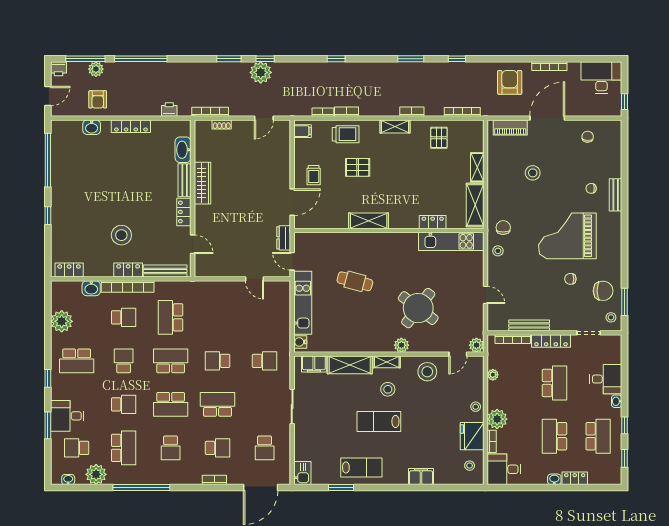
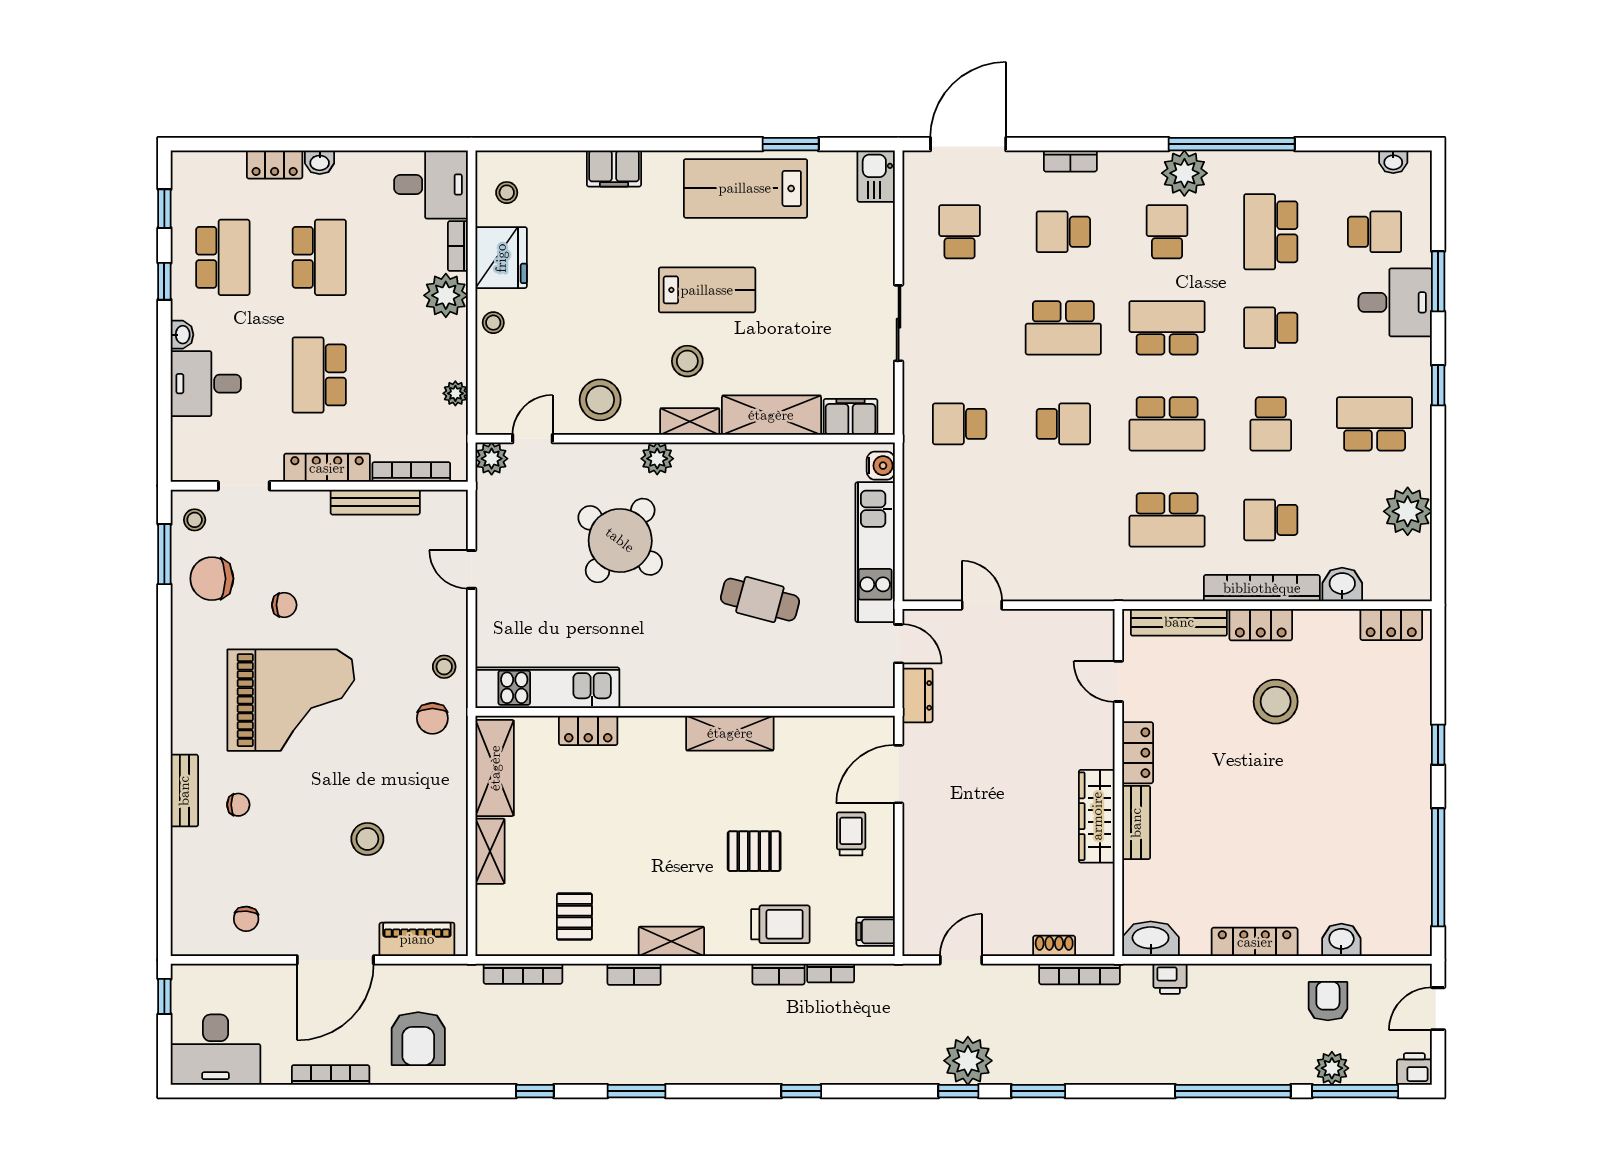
trolley: (346, 134) -> (780, 924), turned 180
washbasin: (183, 150) -> (1151, 939), moved, turned -90
school desk: (171, 317) -> (1167, 520), turned 90
school desk: (598, 436) -> (223, 257), turned 180
lab bench: (361, 467) -> (745, 188), width x1.36, depth x1.39
plant: (96, 474) -> (1184, 173), moved

